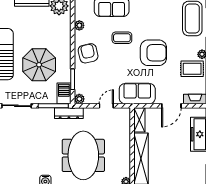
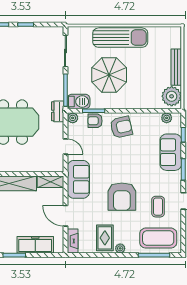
plant: (79, 25) -> (167, 118), moved
coffee table: (122, 38) -> (158, 207), moved
armchair: (82, 78) -> (95, 121), added
dresser: (69, 113) -> (58, 111), width x0.70

